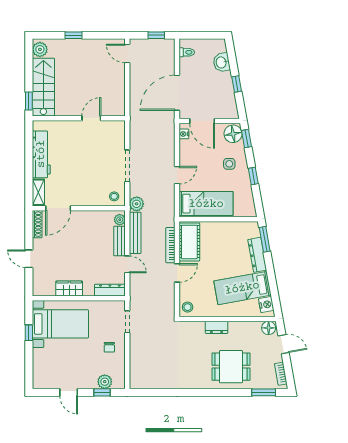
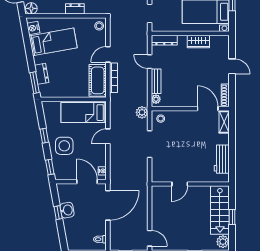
washbasin: (222, 62) -> (67, 210), moved
window: (29, 101) -> (232, 217), moved
floor lamp: (233, 134) -> (61, 171), removed
workbench: (41, 154) -> (222, 159), width x0.73
side table: (229, 164) -> (64, 146), width x1.87, depth x1.87
door: (58, 208) -> (208, 109), hinge flipped
bench: (135, 233) -> (143, 88), removed
dresser: (257, 255) -> (42, 74), width x0.70

